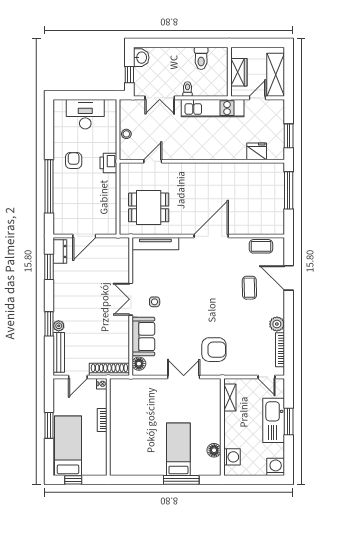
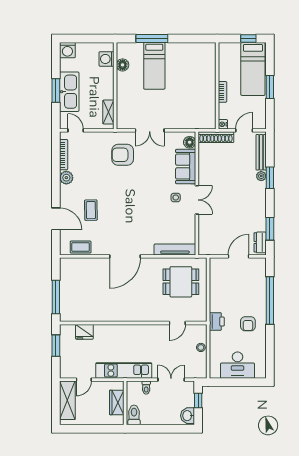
wall: (229, 72) -> (125, 403), moved
wardrobe: (239, 72) -> (117, 402), moved

